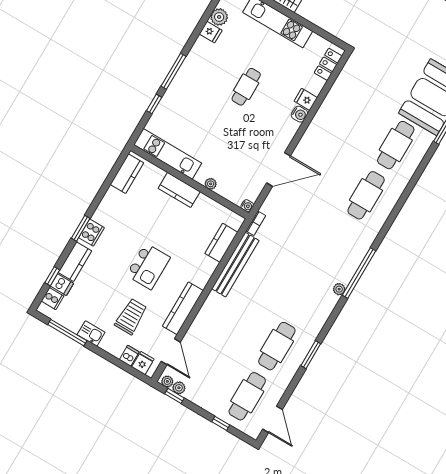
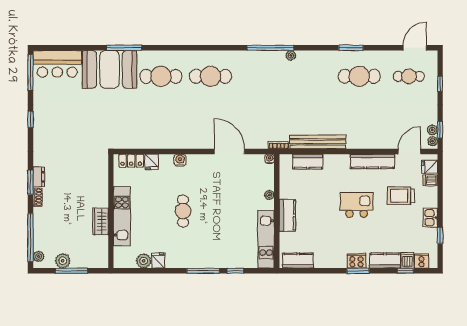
cafe table: (246, 87) -> (183, 211), turned 90
fridge: (306, 99) -> (152, 162), moved
window: (67, 333) -> (440, 235), width x0.46
cafe table: (247, 396) -> (409, 76), width x0.73, depth x0.74

